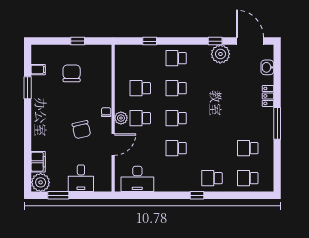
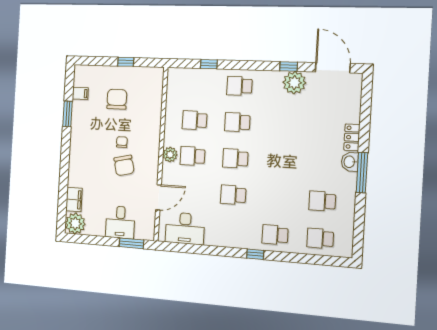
washbasin: (267, 67) -> (350, 162), moved
chair: (106, 112) -> (122, 142), moved
door: (113, 145) -> (158, 197), moved
window: (58, 195) -> (131, 243), moved

